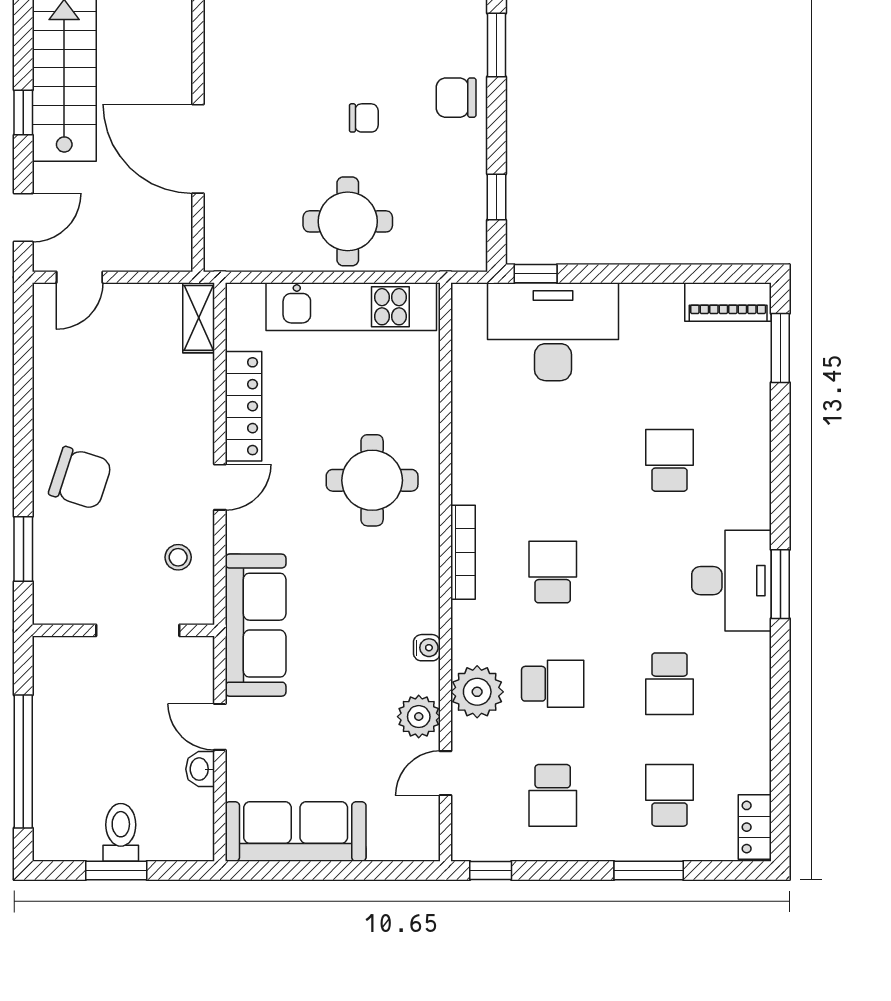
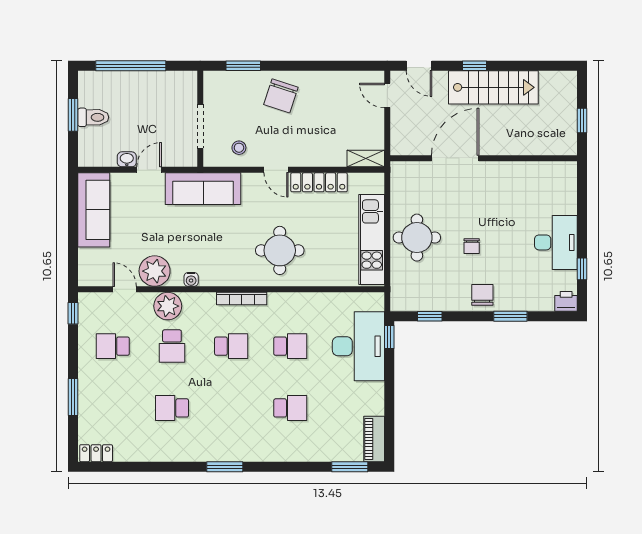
desk: (732, 581) -> (227, 441), removed
plant: (419, 717) -> (155, 271), width x1.36, depth x1.36
school desk: (670, 795) -> (290, 346), moved

